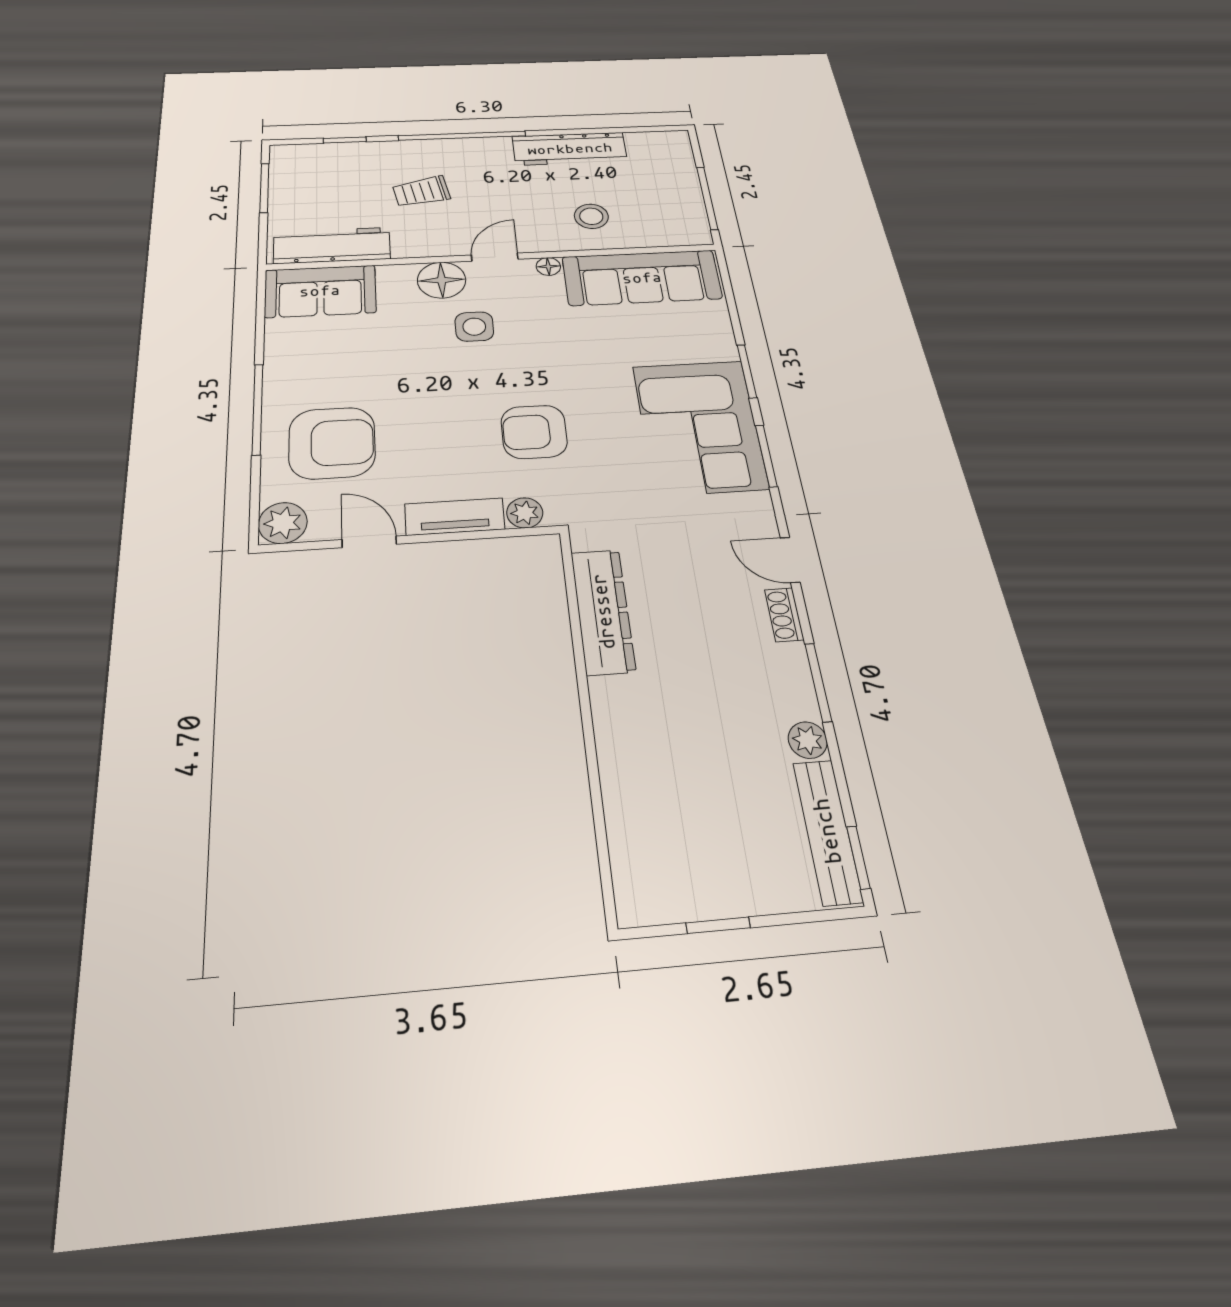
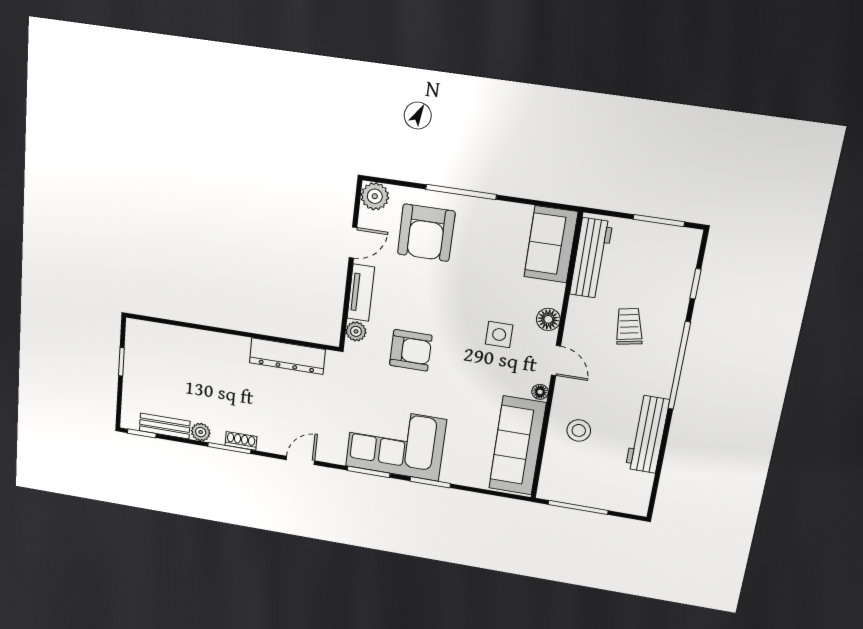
floor lamp: (442, 280) -> (548, 319), width x0.73, depth x0.73
armchair: (534, 432) -> (411, 350), turned 90
shoe rack: (784, 615) -> (241, 441), moved
bench: (827, 831) -> (165, 426), width x0.73

